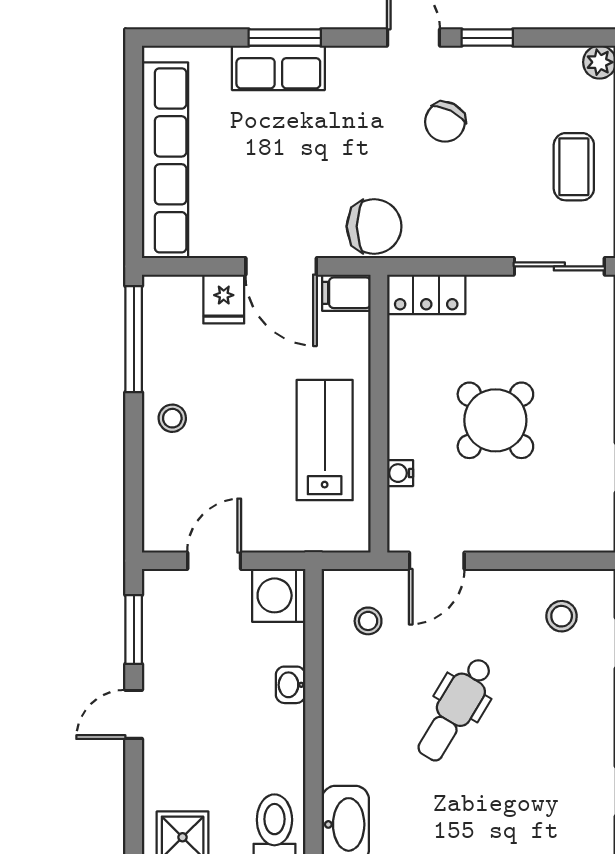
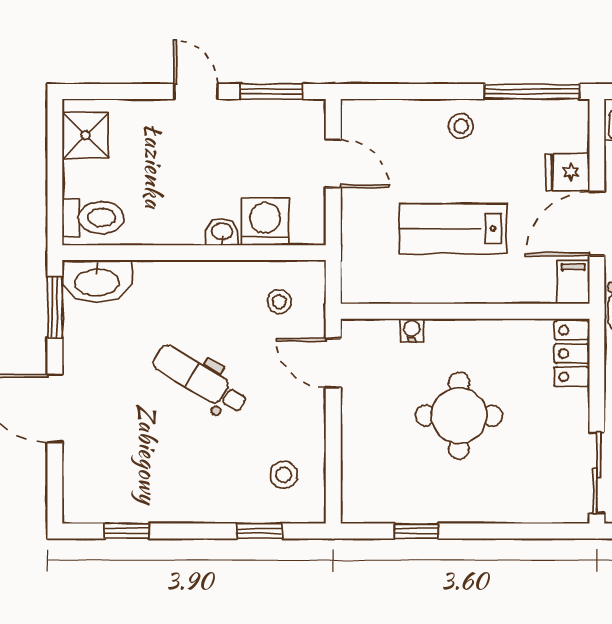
round table: (495, 420) -> (459, 416), turned 45
lab bench: (325, 440) -> (453, 229), moved, turned 180
washing machine: (279, 595) -> (265, 222), moved

